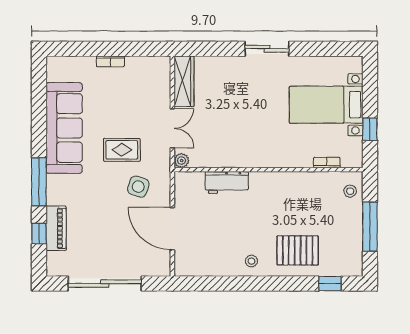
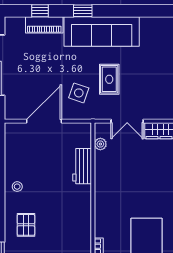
sofa: (64, 128) -> (102, 31), moved
plant: (182, 161) -> (100, 144), moved
window: (39, 182) -> (83, 11), width x0.46
pallet: (298, 250) -> (26, 225), width x0.67, depth x0.71

